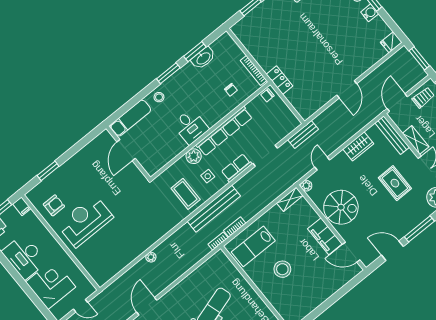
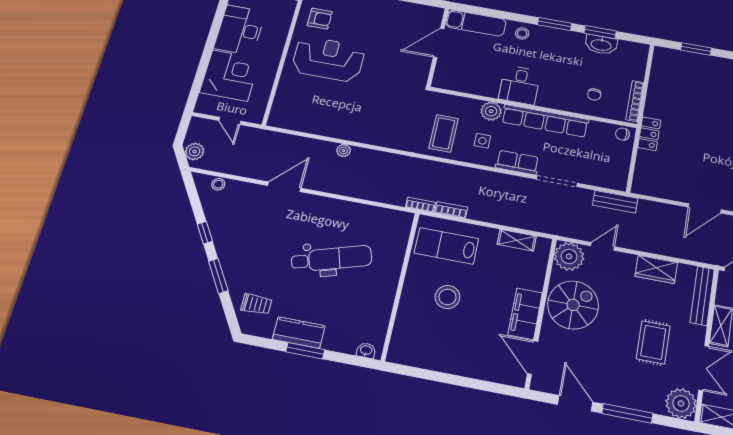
plant: (306, 186) -> (569, 256), width x1.87, depth x1.87
shelving: (290, 199) -> (517, 240), moved
spiral stairs: (341, 207) -> (573, 305), turned -90
bench: (214, 209) -> (453, 173), removed

